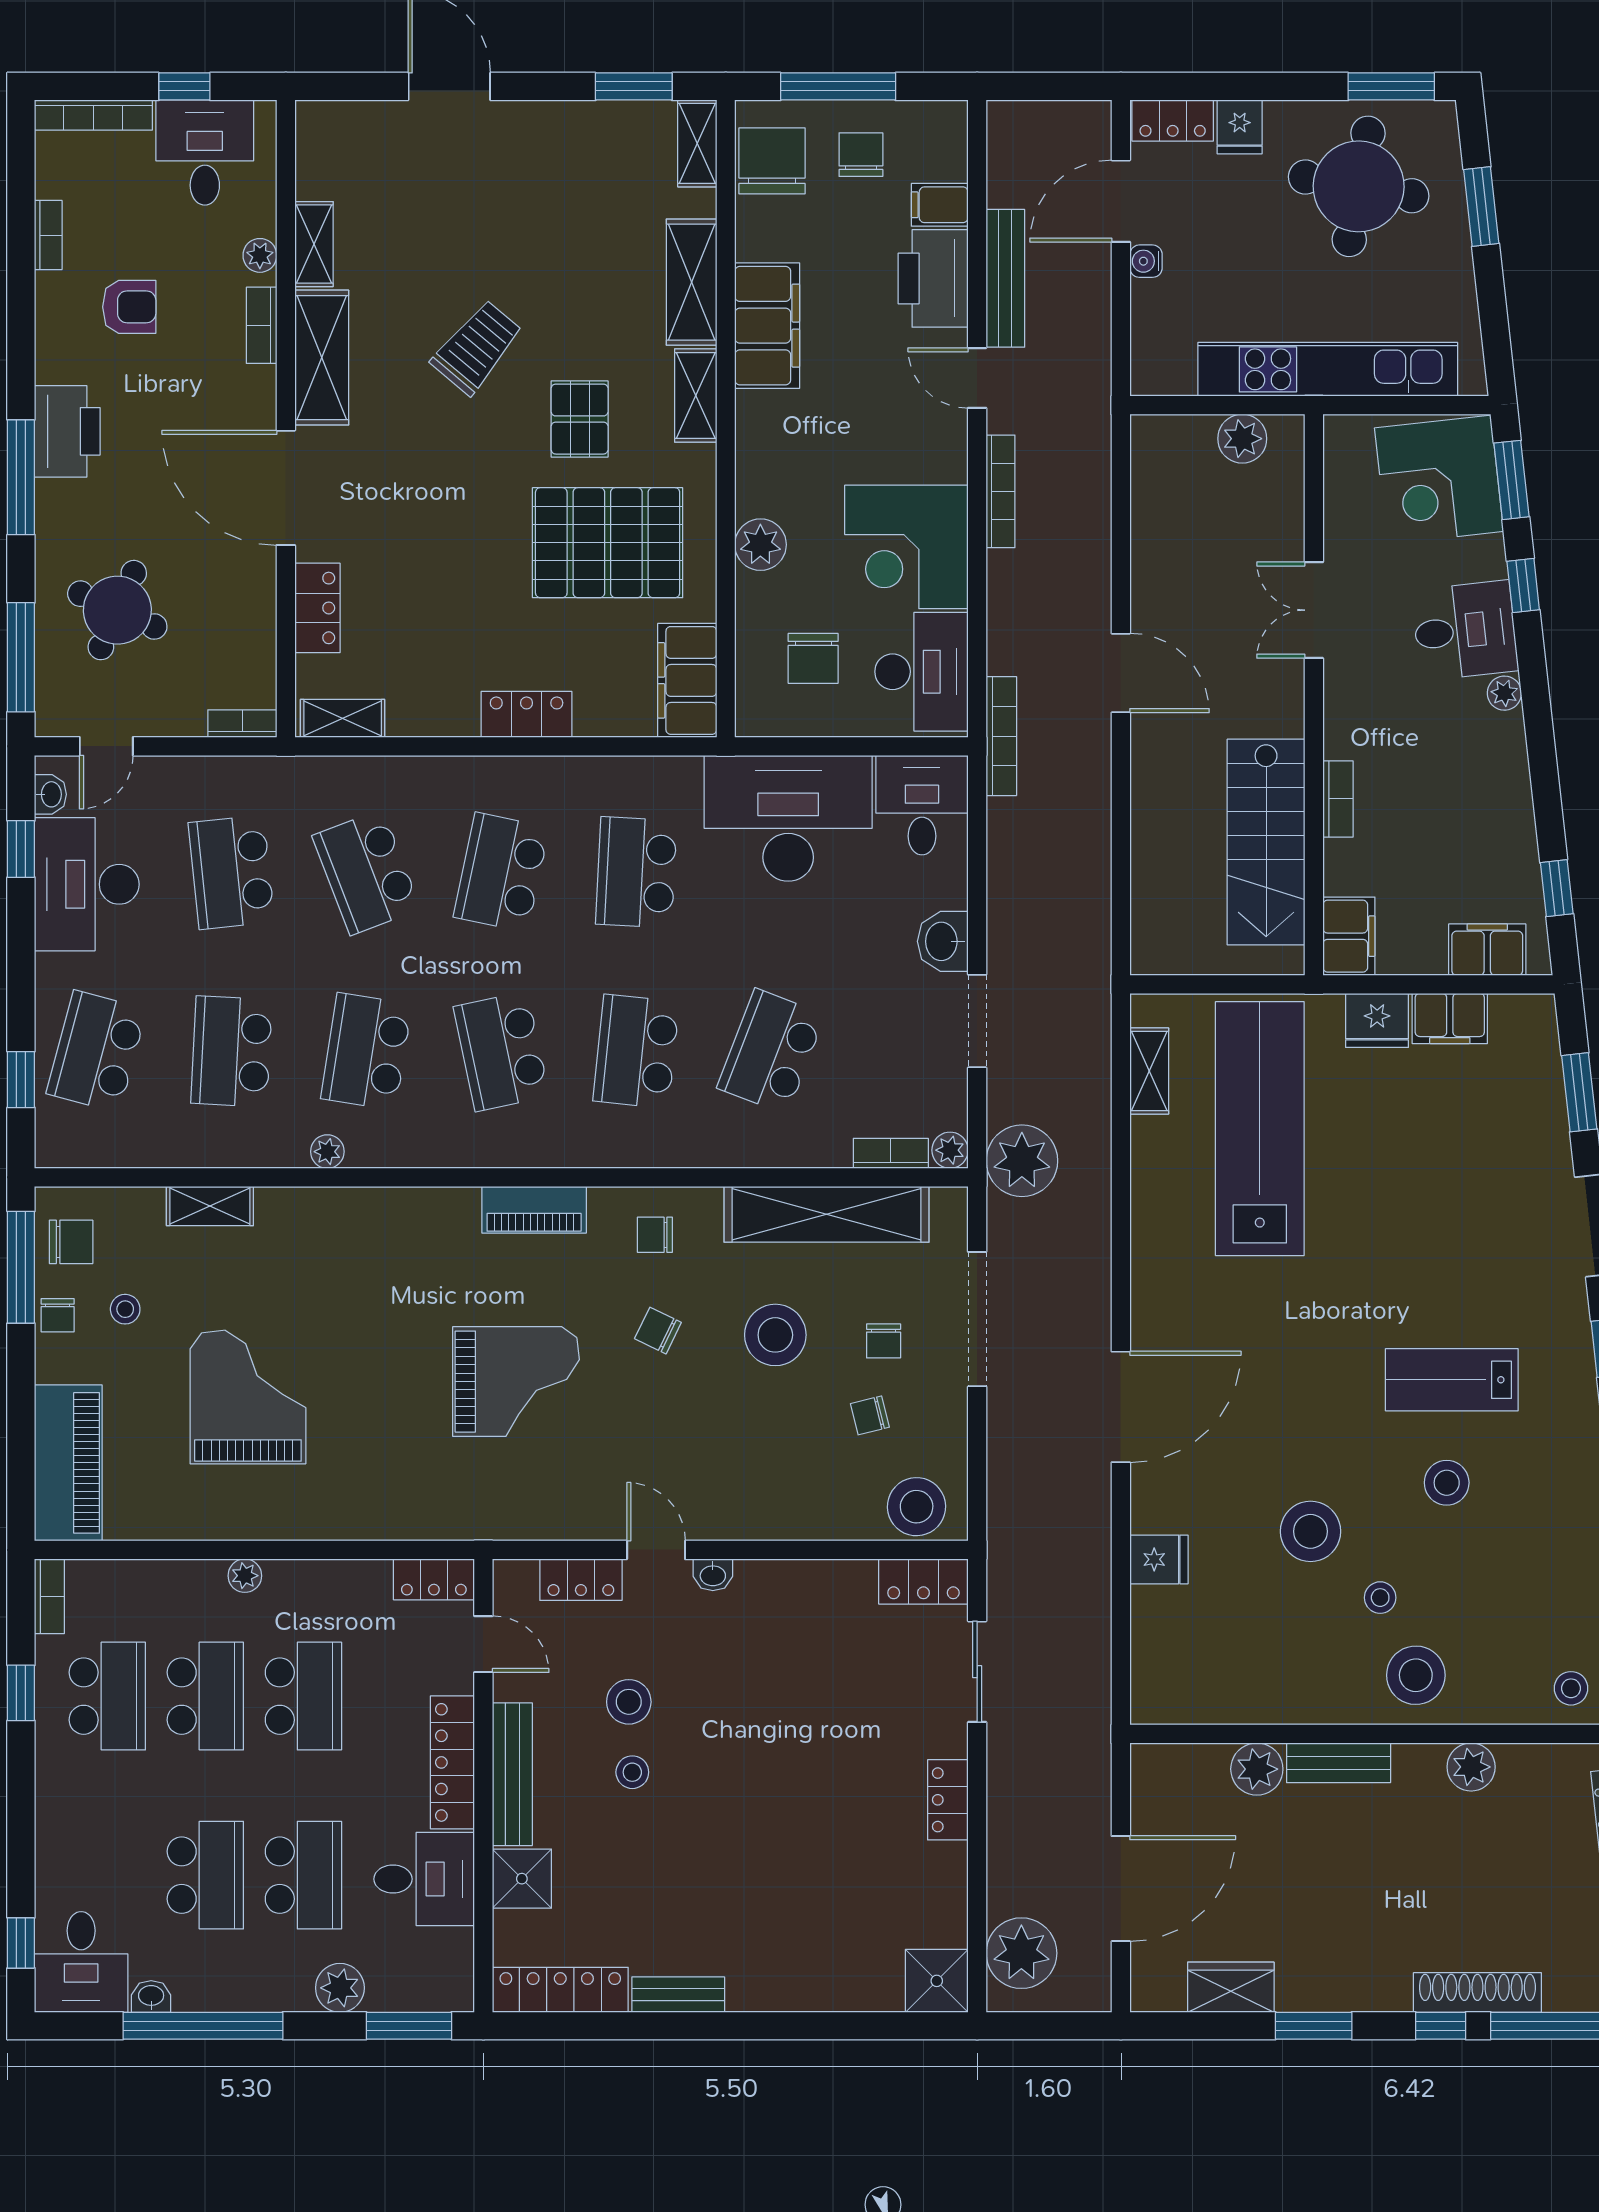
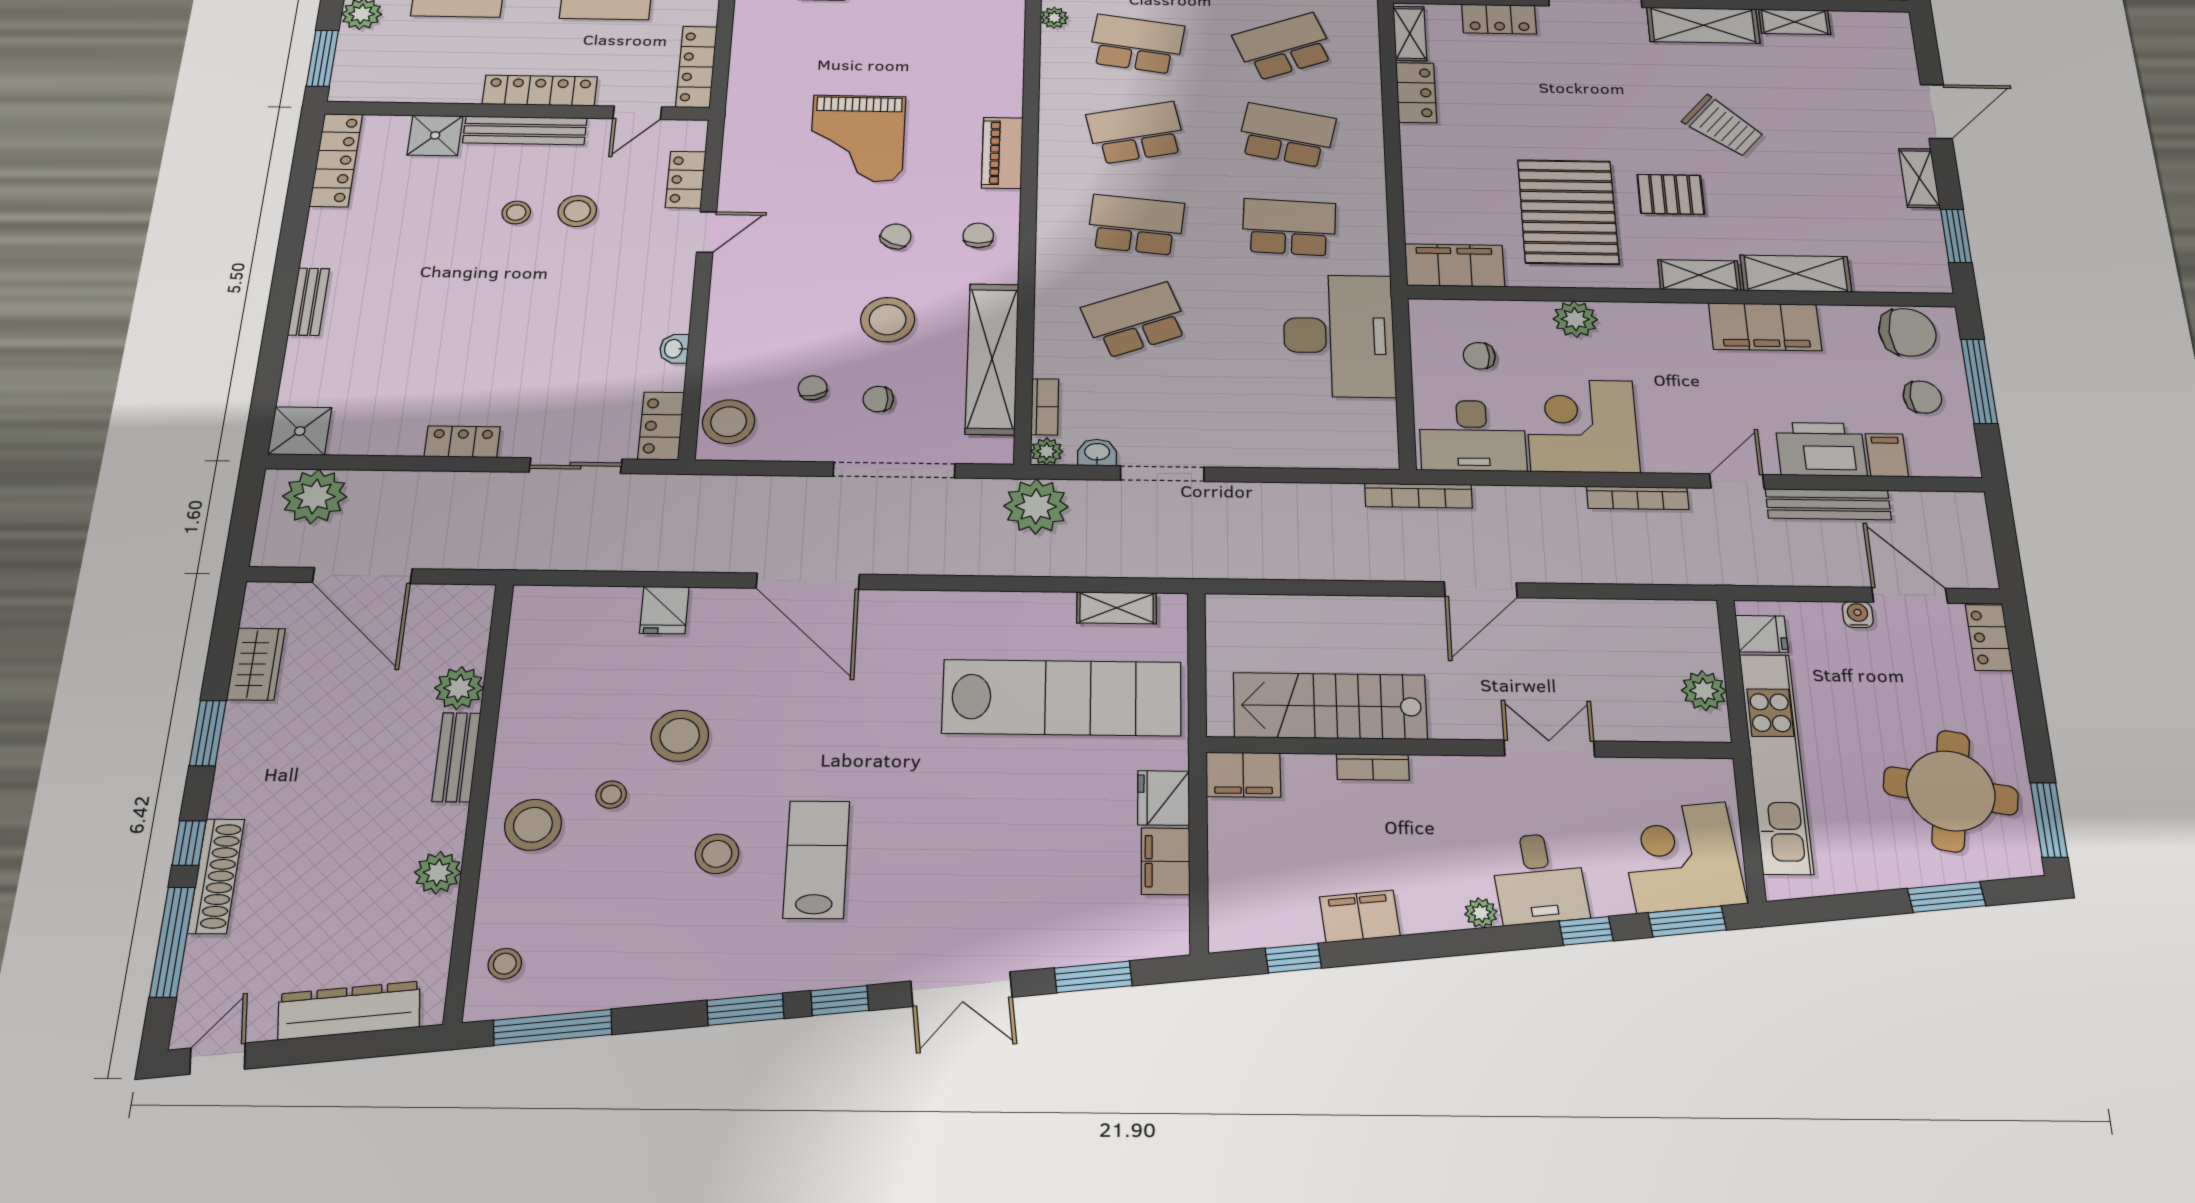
fridge: (1240, 127) -> (1762, 634), moved, turned 180
shelving: (697, 143) -> (1919, 178), moved, turned 90
chair: (813, 658) -> (1479, 356), width x0.73, depth x0.73
locker: (527, 714) -> (1416, 93), moved
desk: (922, 805) -> (1354, 434), removed
washbasin: (943, 941) -> (1097, 453), moved, width x0.72, depth x0.69
filing cabinet: (1487, 950) -> (1360, 916), moved, turned -96
school desk: (771, 1051) -> (1136, 320), turned -42
washbasin: (713, 1575) -> (674, 349), moved
locker: (434, 1579) -> (696, 67), width x1.53
desk: (424, 1879) -> (444, 70), removed
bench: (678, 1995) -> (309, 302), moved

